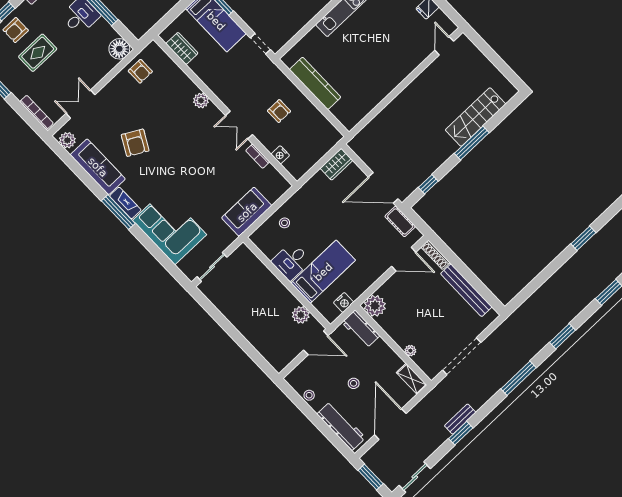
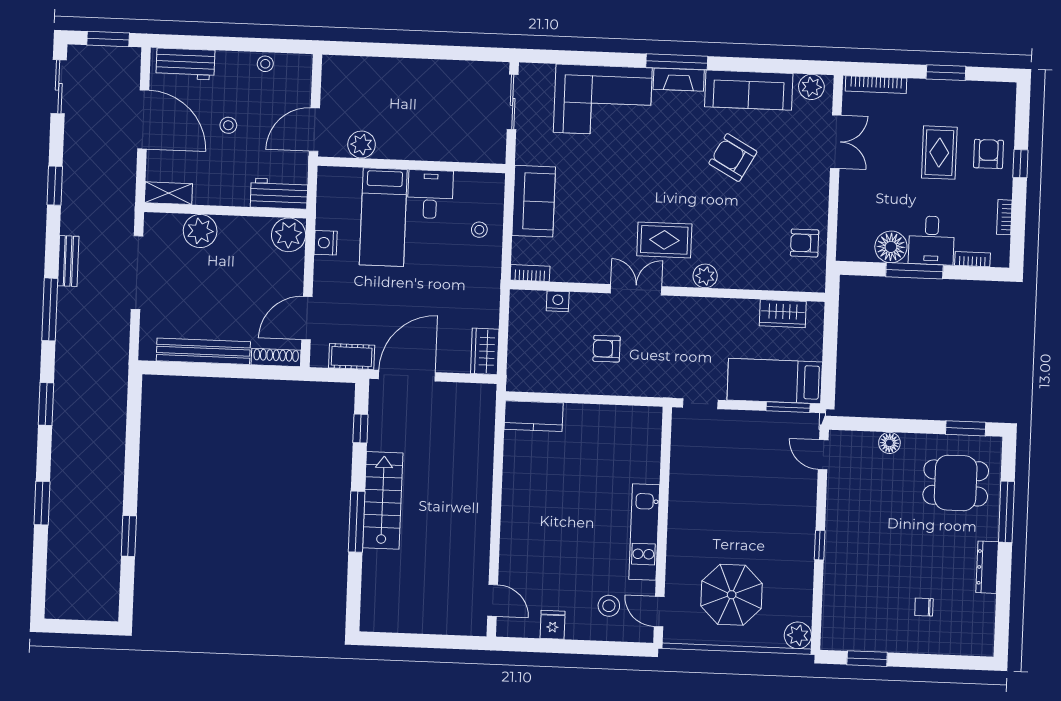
floor lamp: (119, 49) -> (891, 247), moved
kitchen counter: (315, 83) -> (534, 416), moved, width x0.67
stairs: (476, 117) -> (383, 500), moved
rug: (204, 135) -> (664, 240), added
bookcase: (258, 156) -> (530, 273), moved
nightstand: (344, 302) -> (326, 243), moved
plant: (410, 351) -> (200, 231), width x1.87, depth x1.87
bench: (460, 419) -> (68, 261), moved
workbench: (341, 426) -> (185, 64), width x0.73

